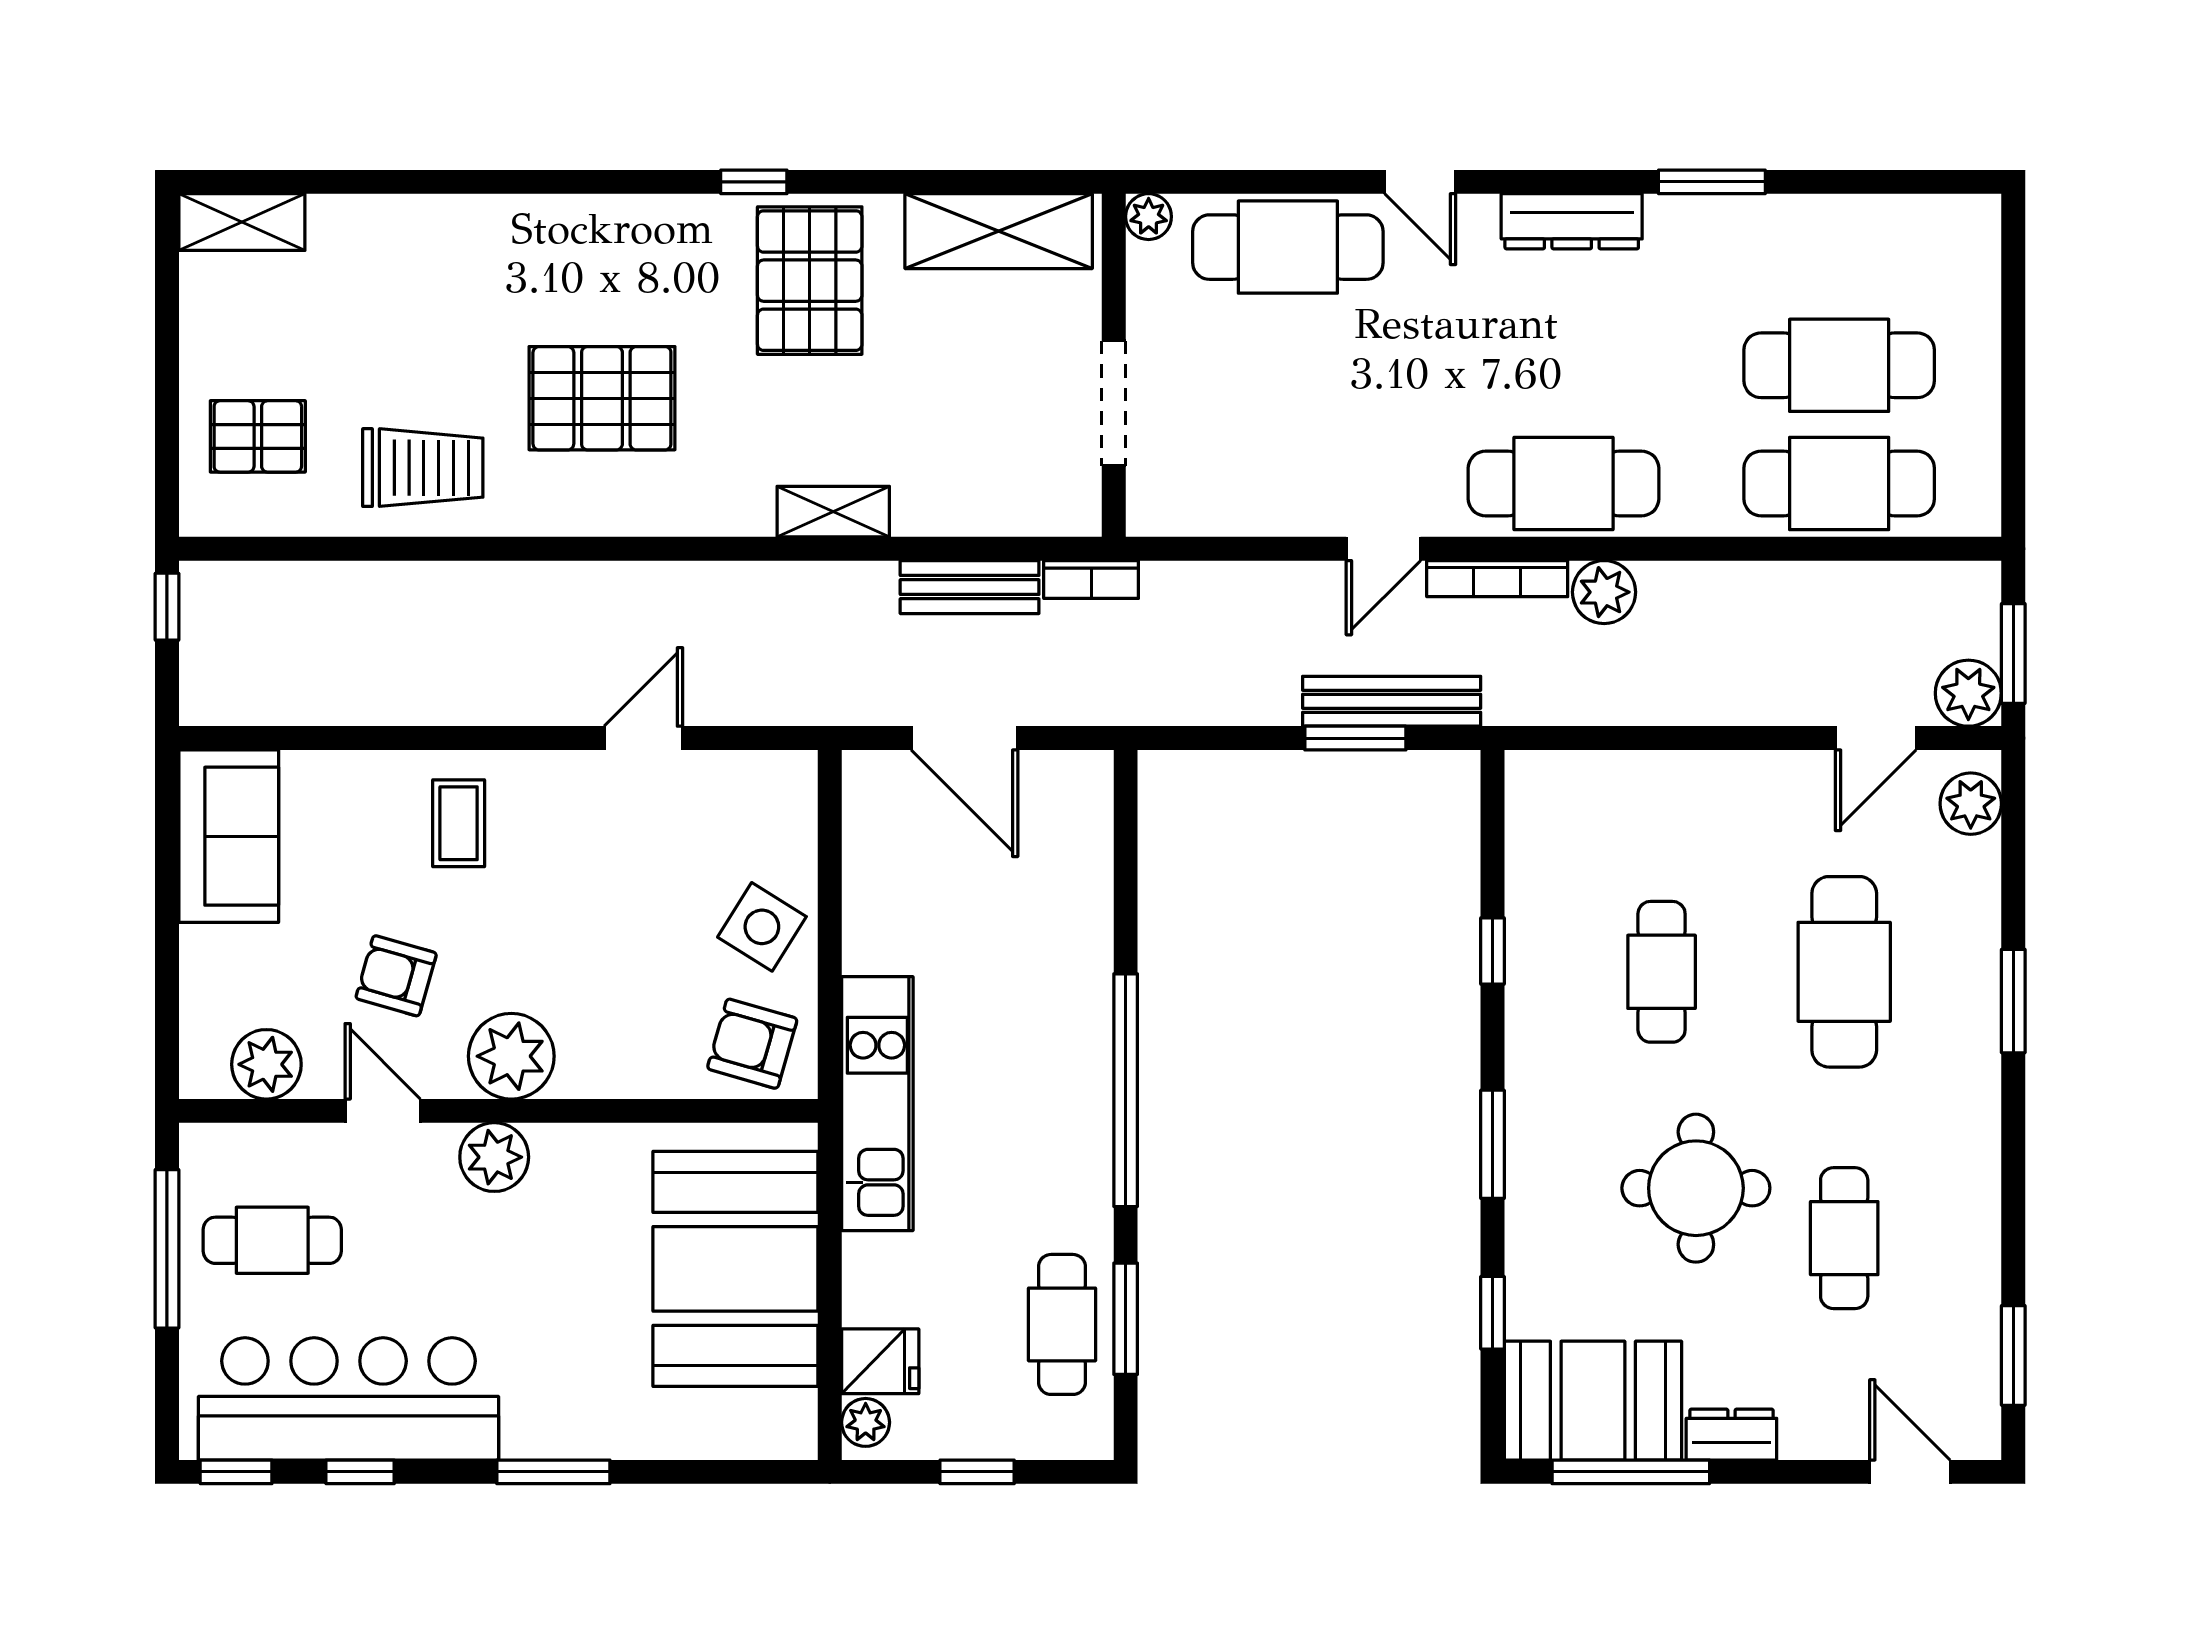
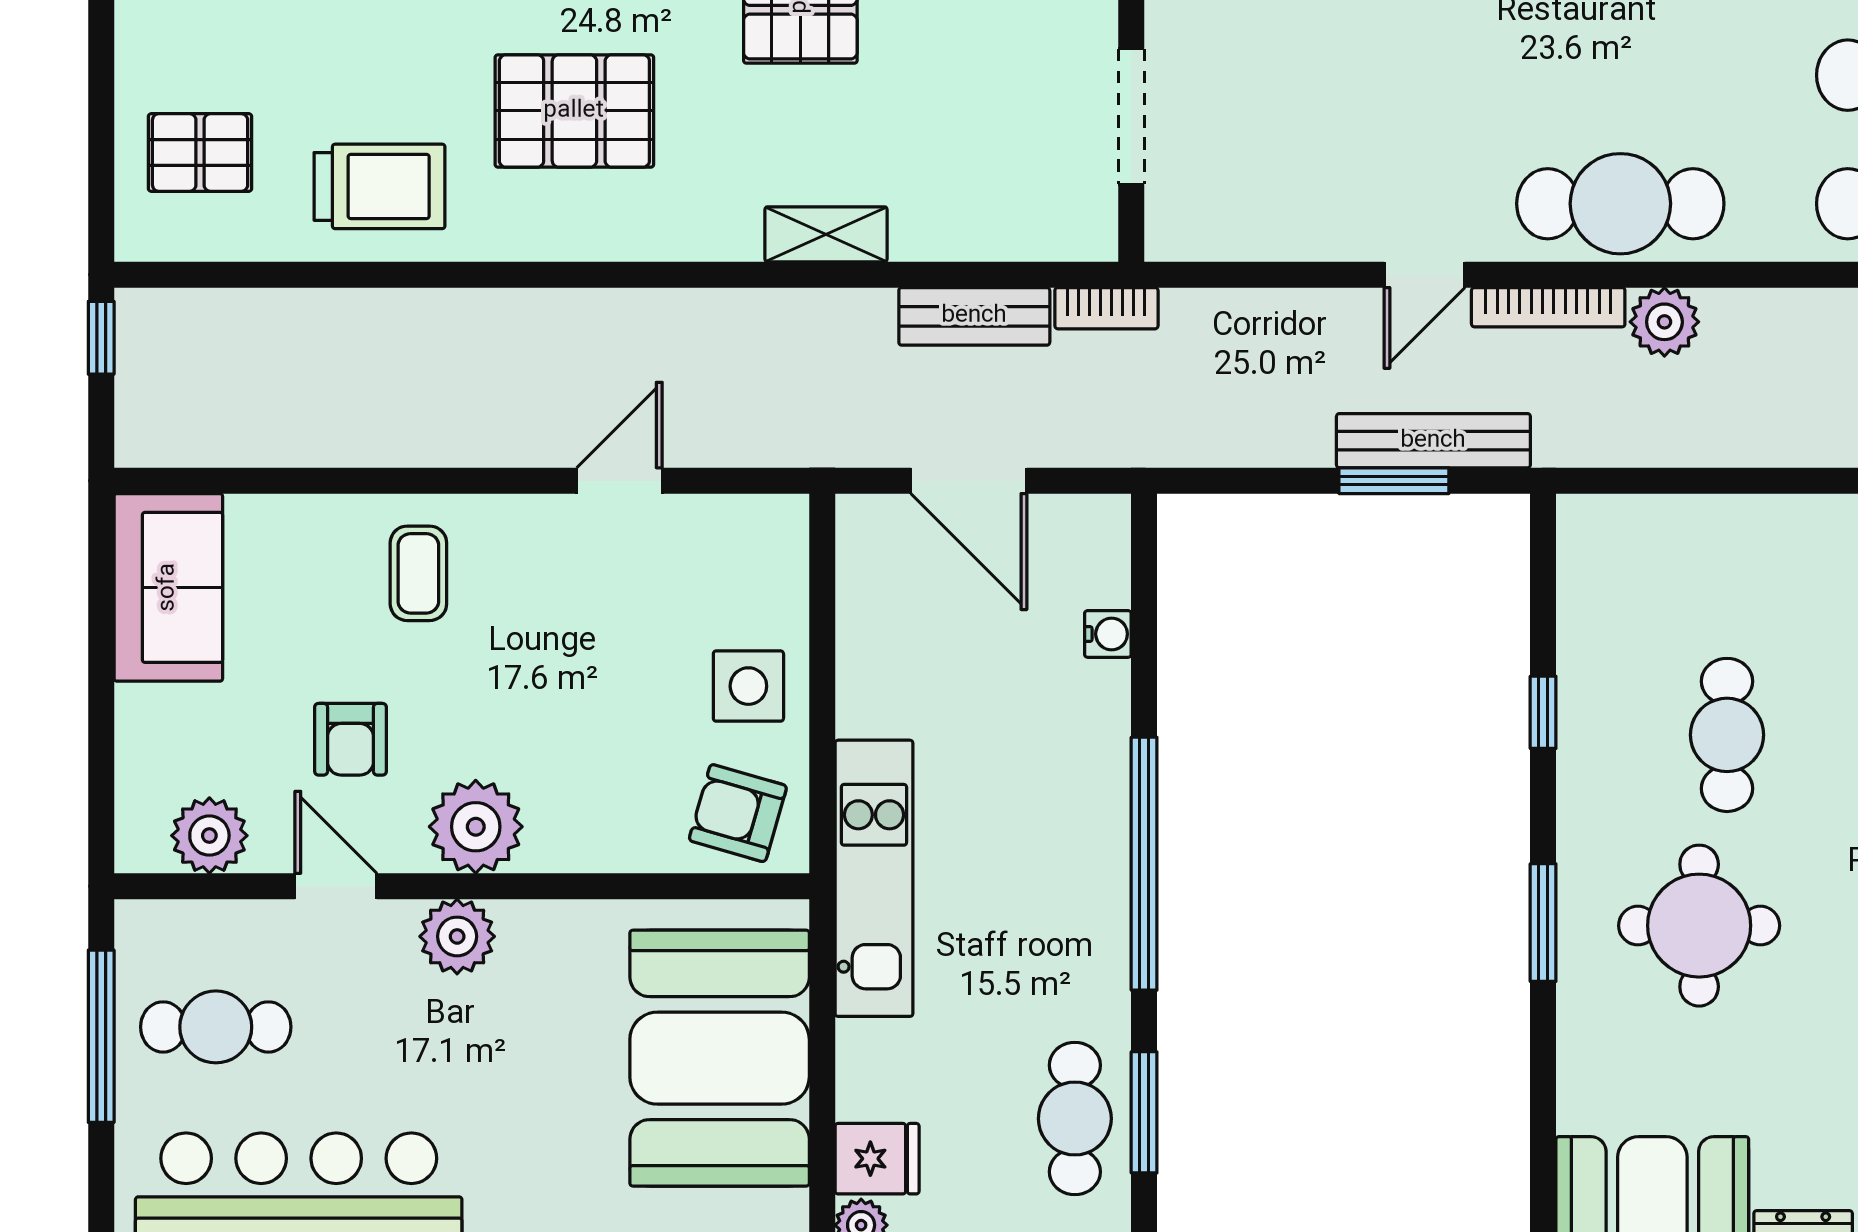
water cooler: (1092, 879) -> (1108, 634), added
side table: (762, 927) -> (748, 686), turned -32
armchair: (396, 976) -> (350, 739), turned -106
round table: (1696, 1188) -> (1699, 926), moved
window: (1492, 1313) -> (1543, 1106), removed

